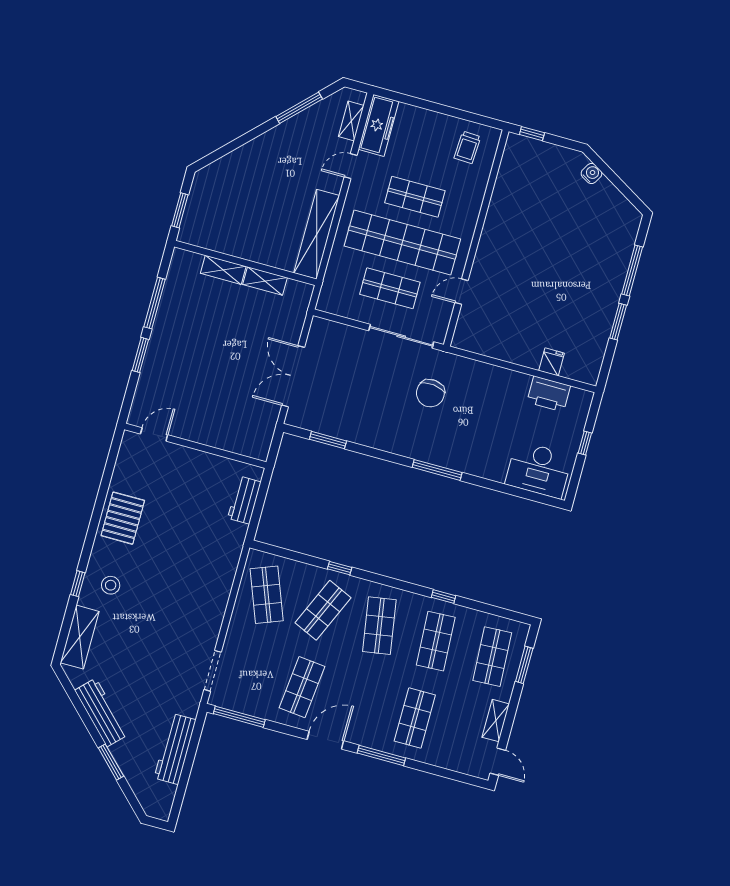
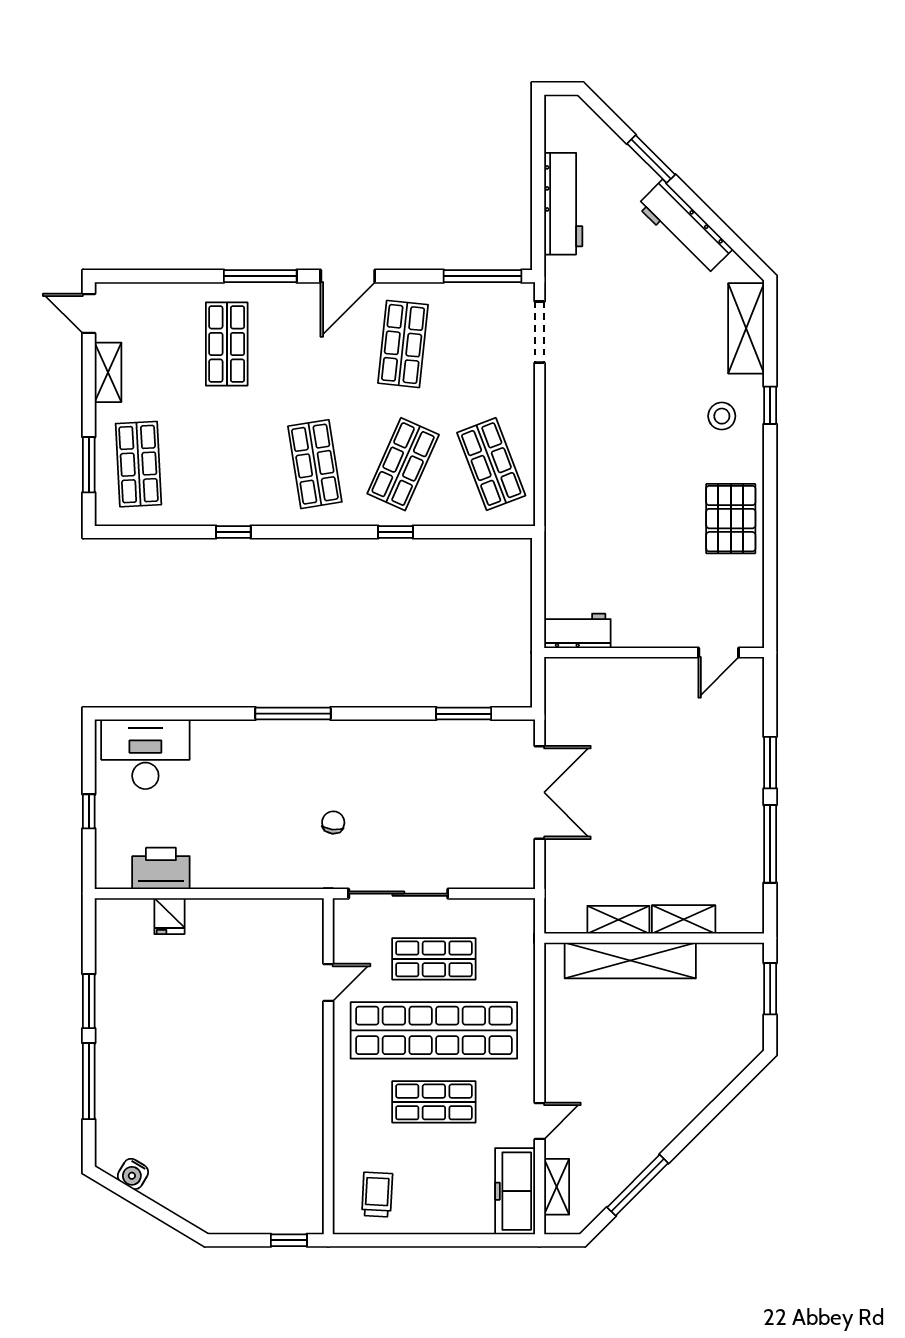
water cooler: (591, 174) -> (133, 1174), moved
shelving: (317, 234) -> (630, 961), moved, turned 90
chair: (430, 393) -> (333, 822), width x0.54, depth x0.54
workbench: (244, 500) -> (577, 631), moved, turned -90
shop shelf: (436, 641) -> (227, 464), removed

